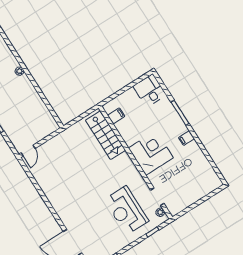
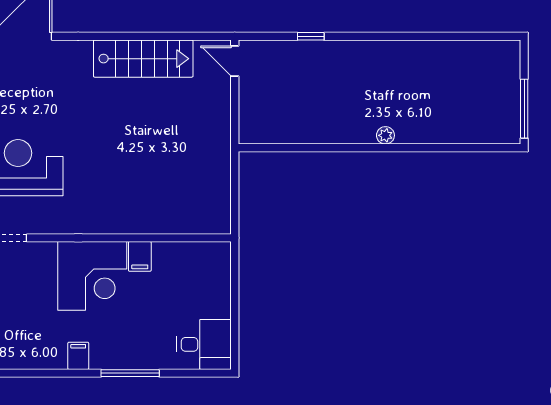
filing cabinet: (116, 116) -> (140, 256), moved
stairs: (105, 135) -> (143, 59), moved, turned 180

